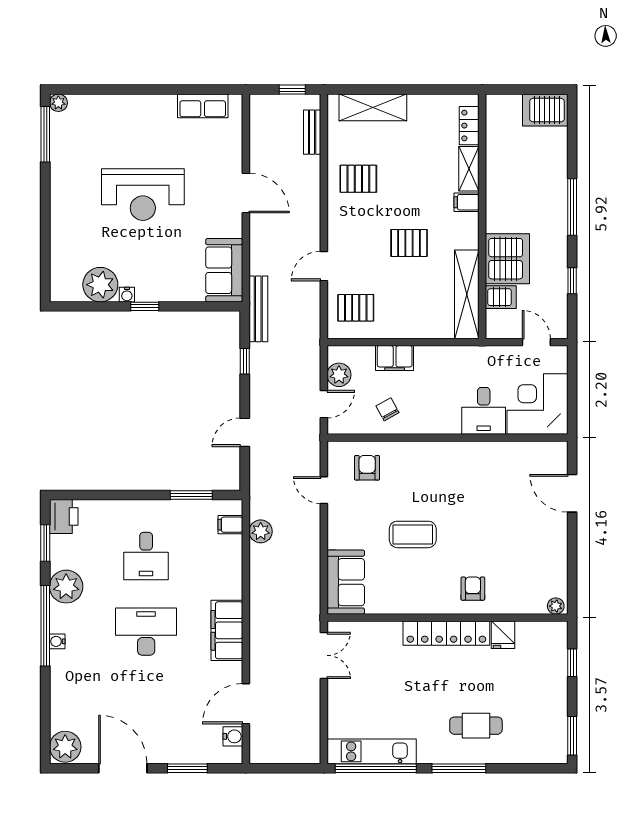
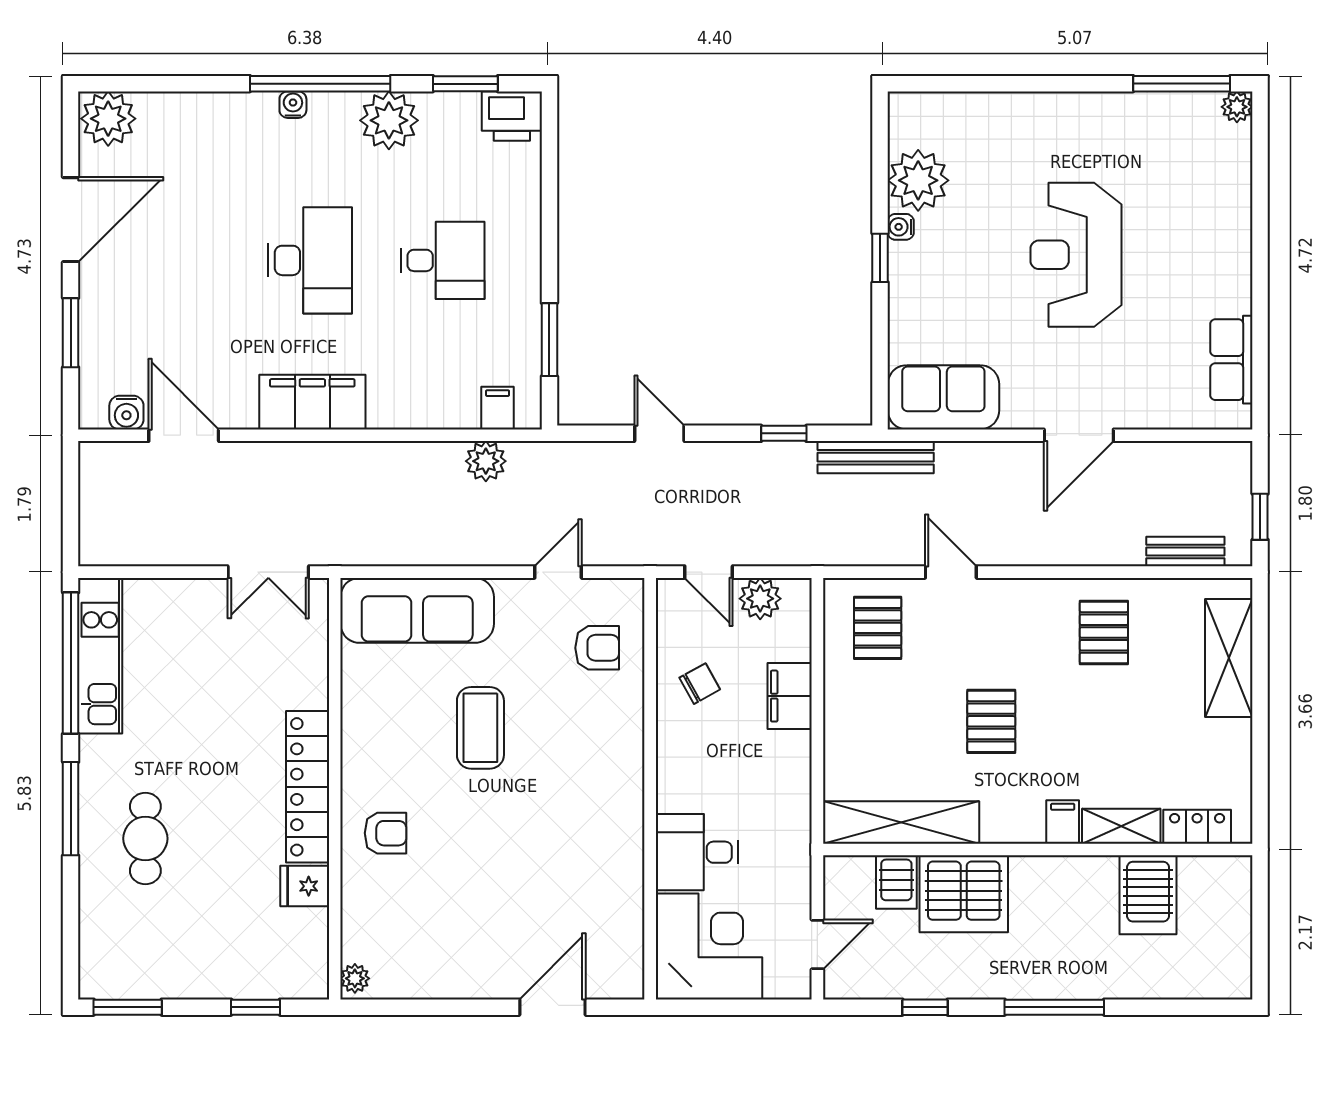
server rack: (545, 110) -> (1148, 895), moved, turned 180
desk: (146, 556) -> (443, 260), turned 180
sofa: (346, 582) -> (417, 610), width x1.36

